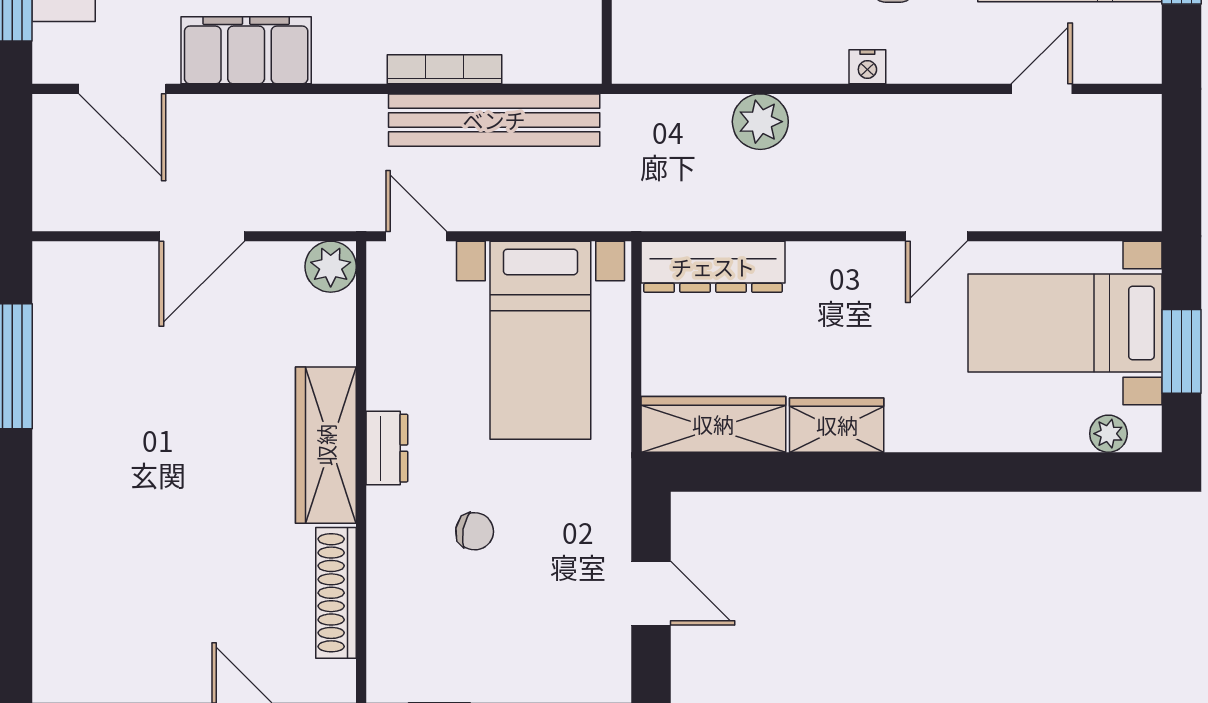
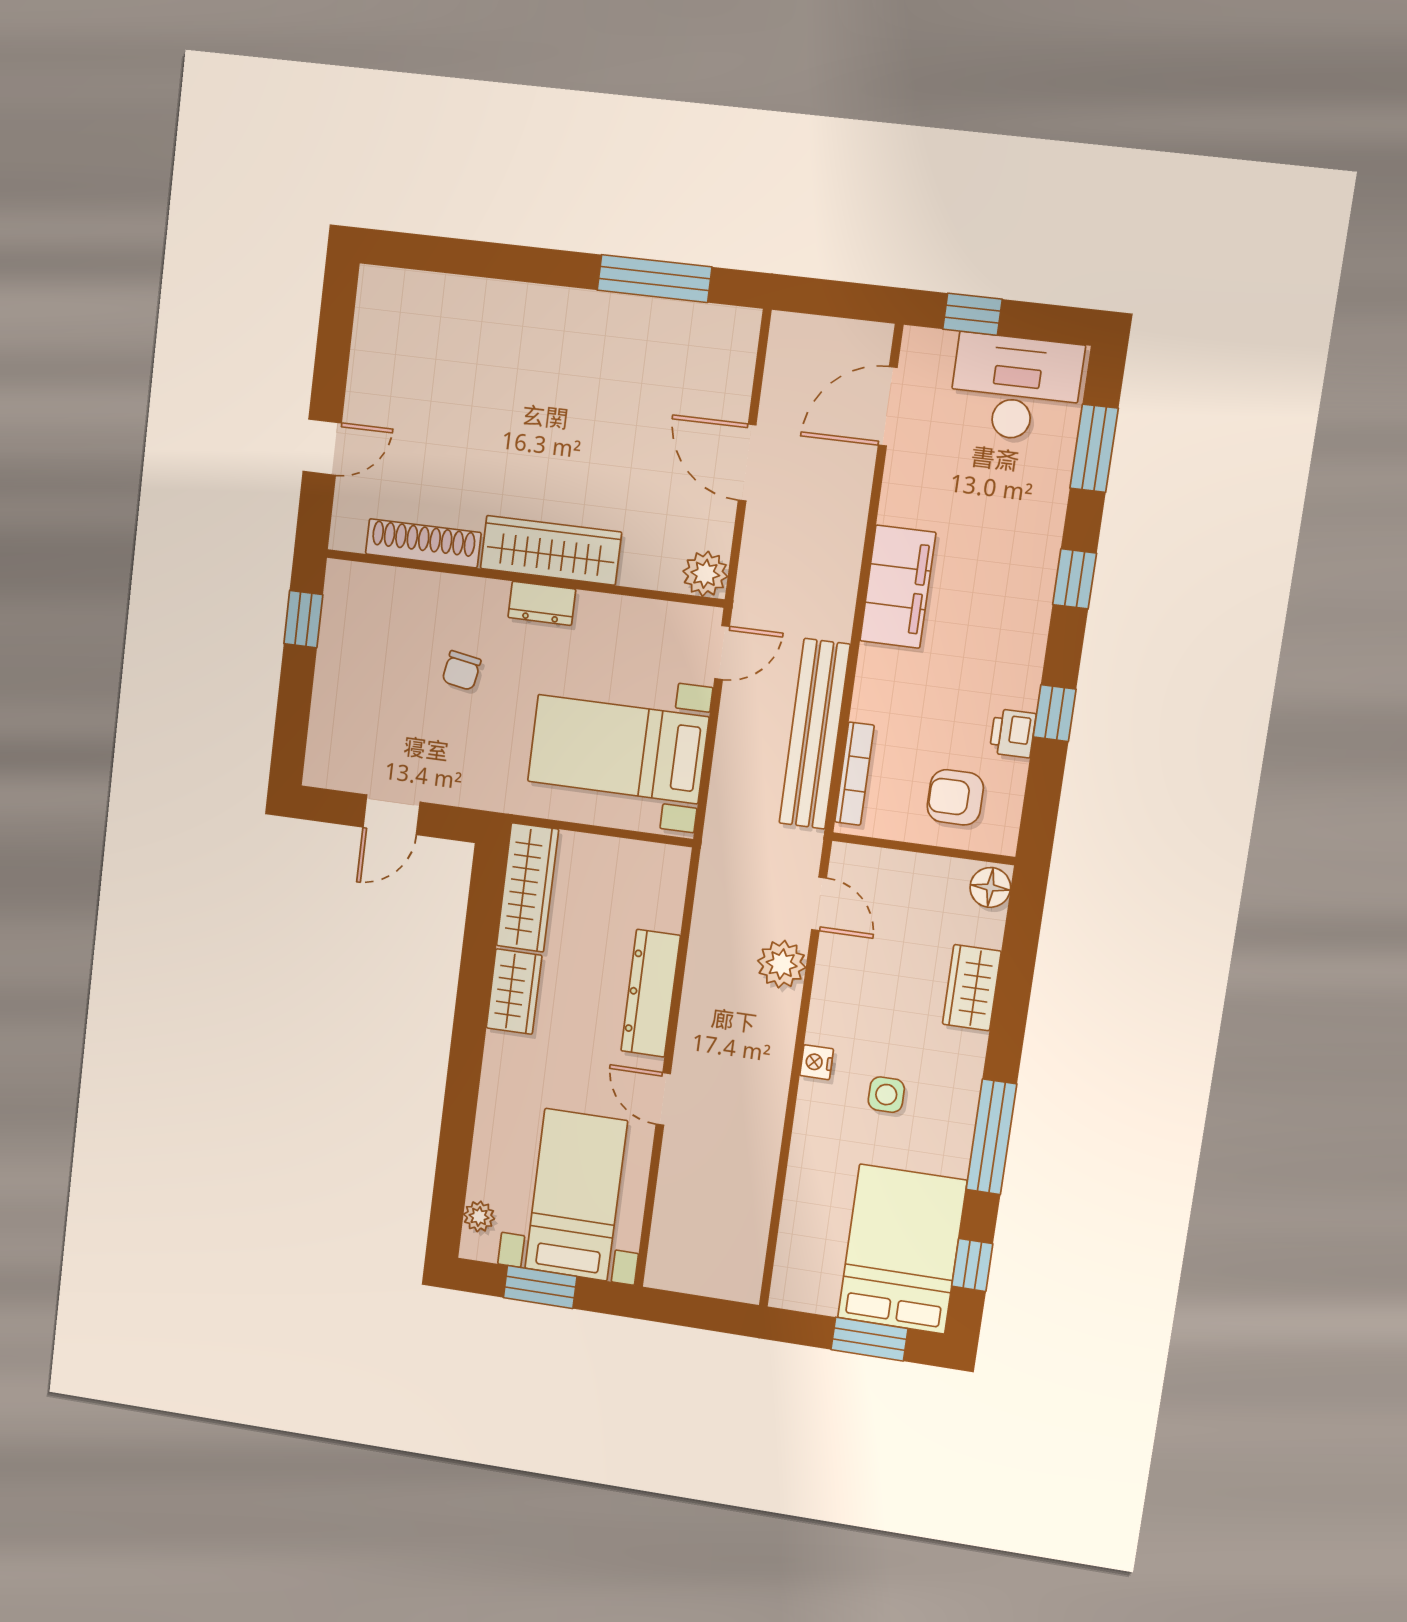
filing cabinet: (246, 50) -> (898, 587), moved
bookcase: (445, 69) -> (854, 774), moved
door: (1042, 89) -> (819, 904), moved
dresser: (713, 267) -> (651, 993), moved

